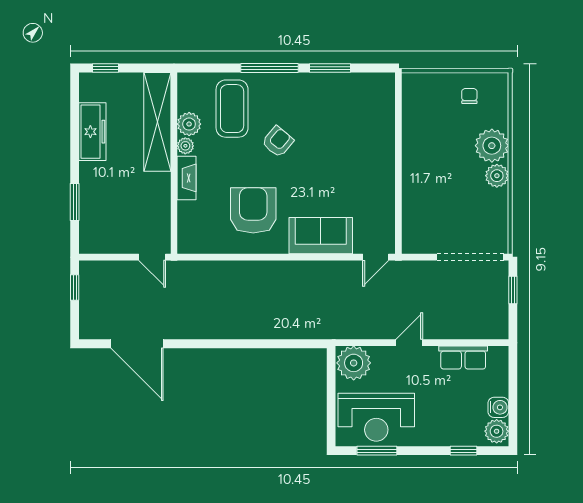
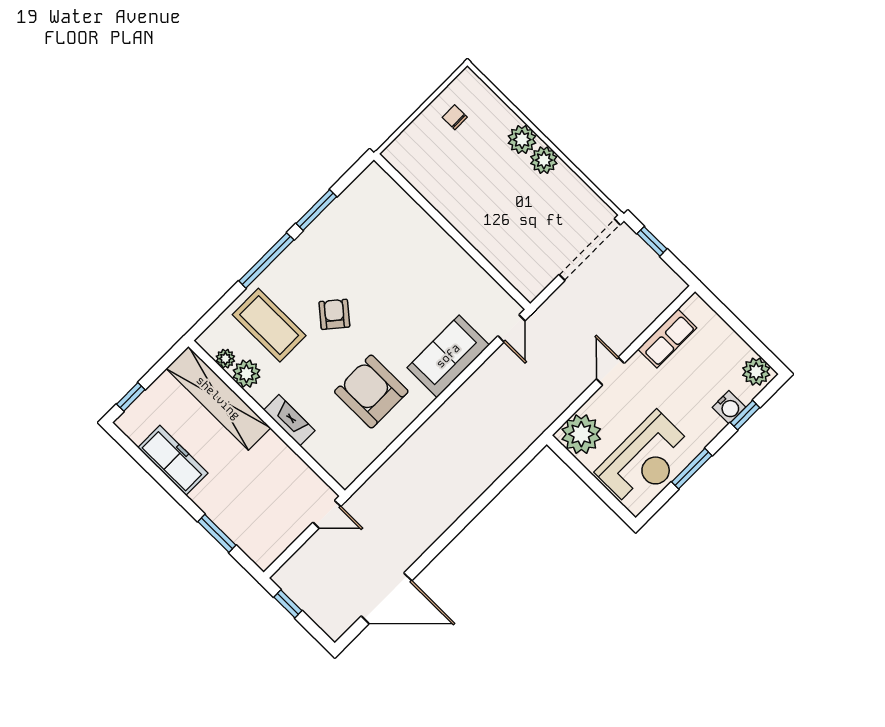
plant: (185, 146) -> (225, 359), moved
plant: (492, 146) -> (522, 140), width x0.73, depth x0.73
water cooler: (498, 407) -> (729, 407), moved, turned 90
window: (377, 451) -> (692, 469), moved

